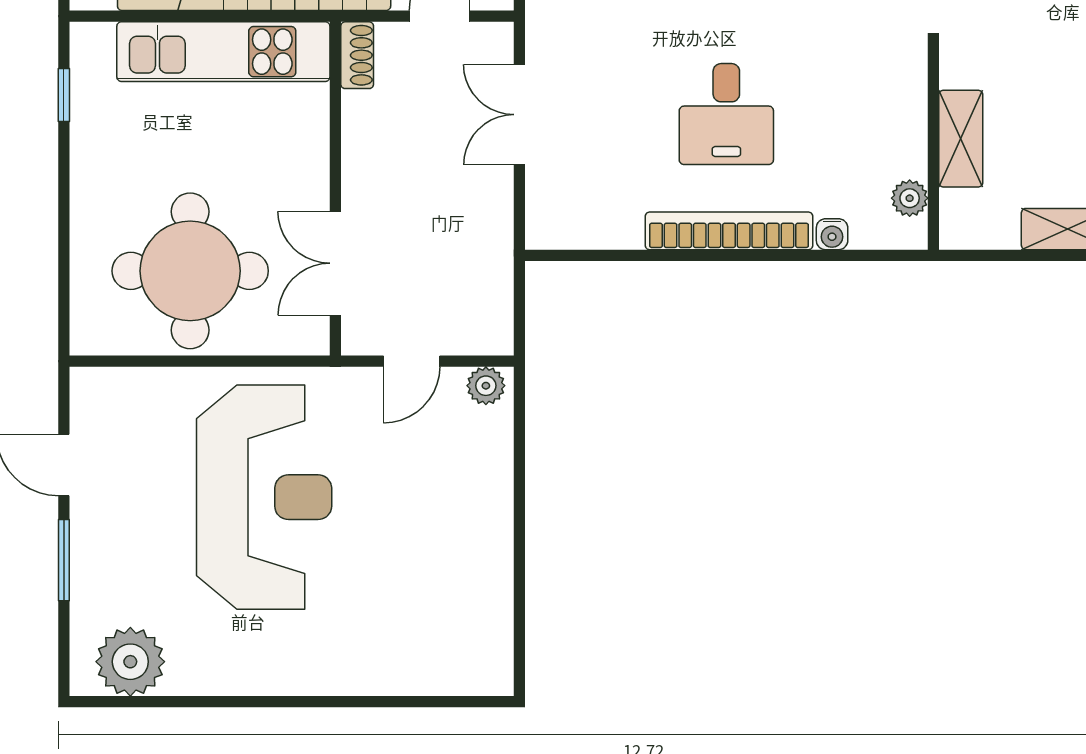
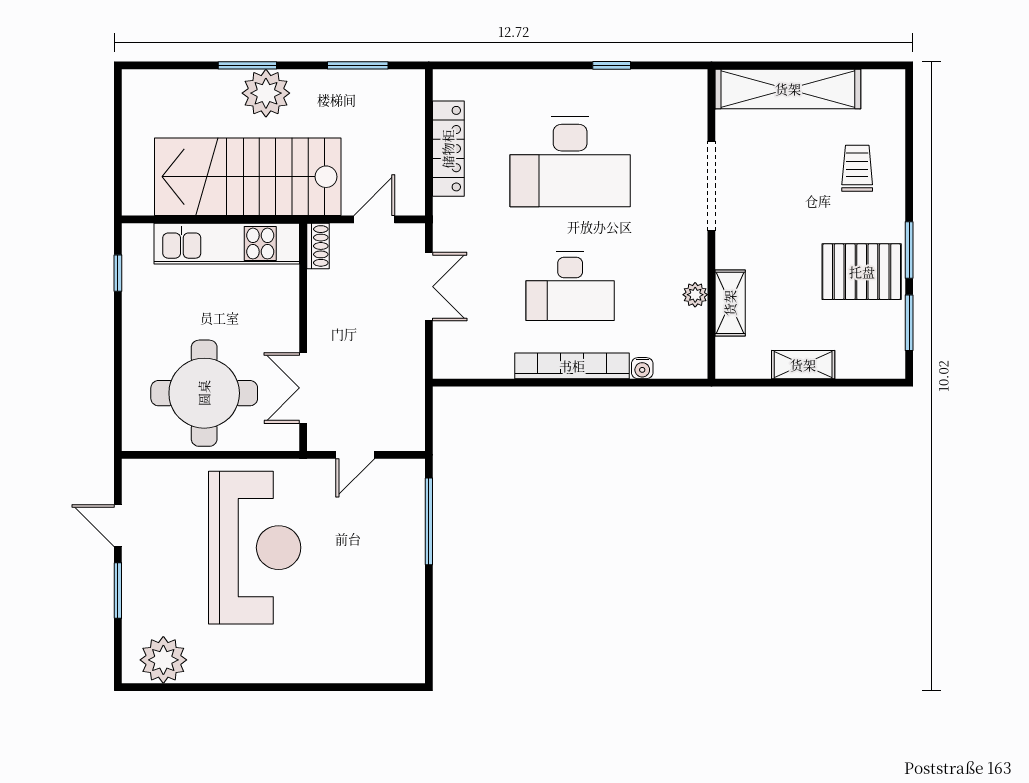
desk: (726, 114) -> (570, 286), width x1.37
double door: (519, 115) -> (429, 287), swing flipped
plant: (910, 198) -> (695, 295), moved
plant: (486, 386) -> (406, 472), removed
window: (519, 459) -> (429, 521), added

